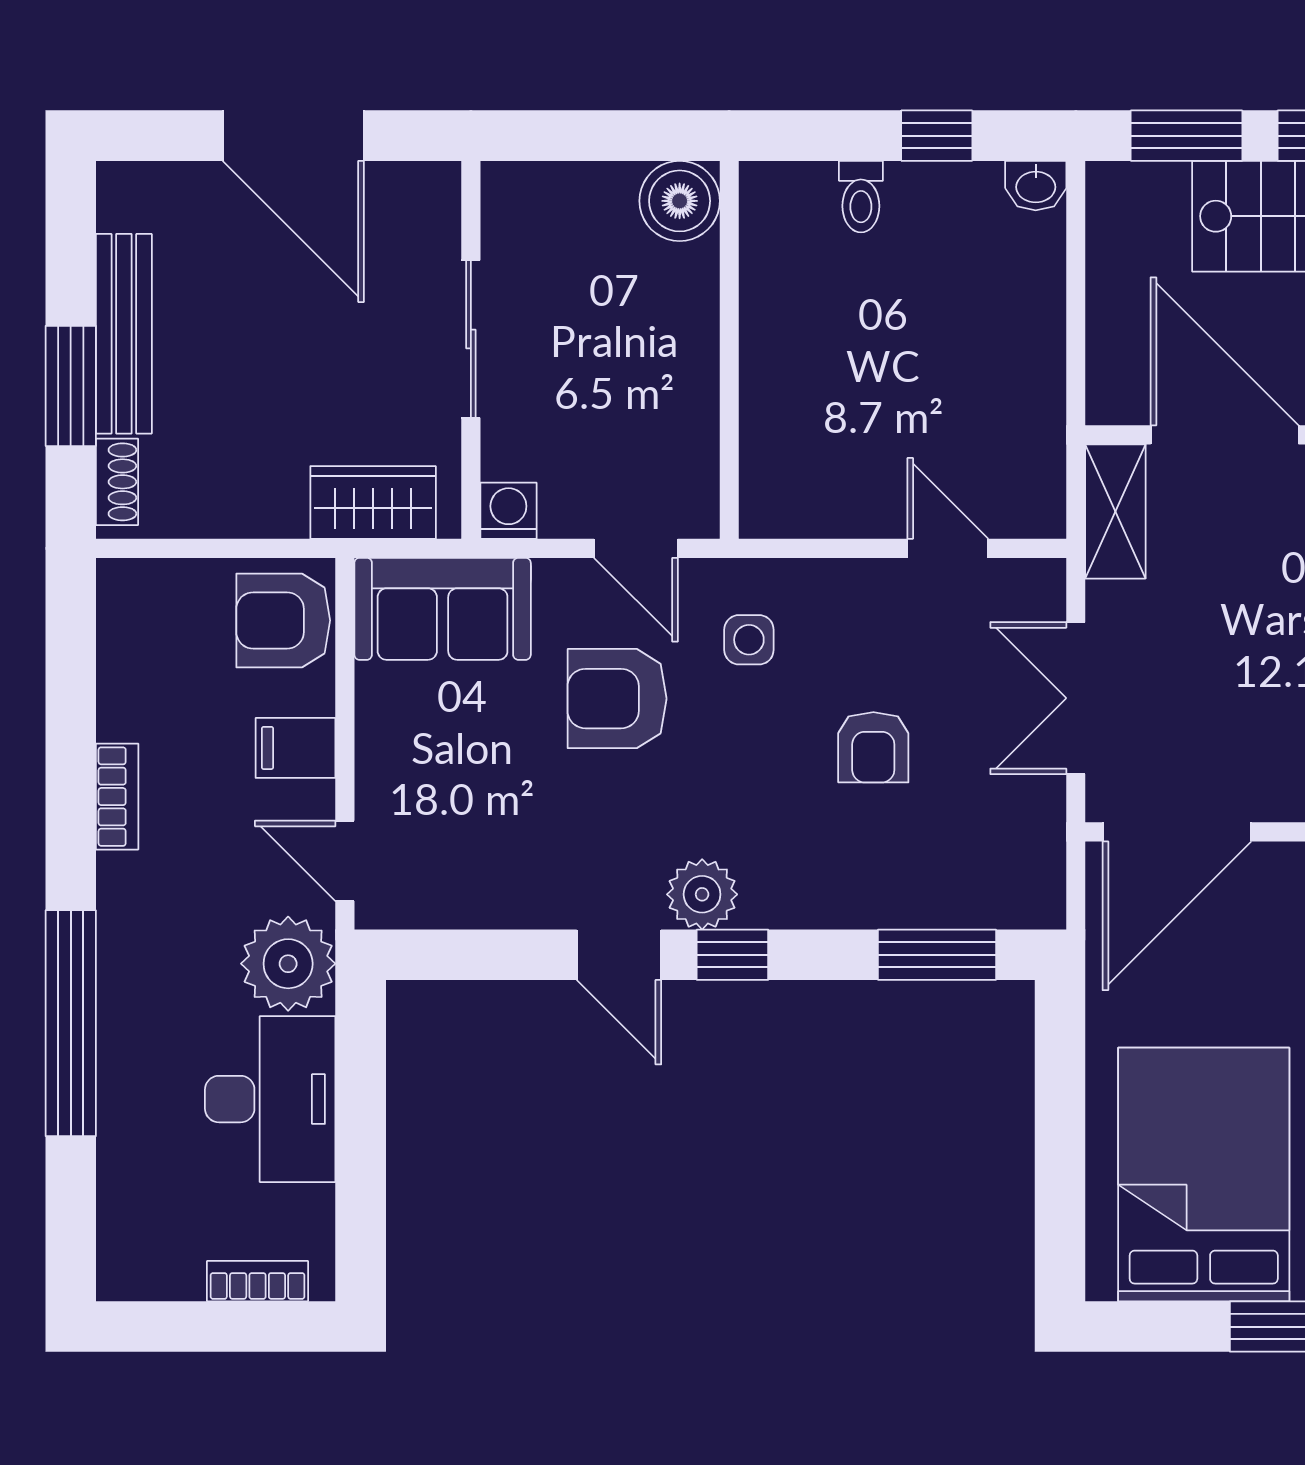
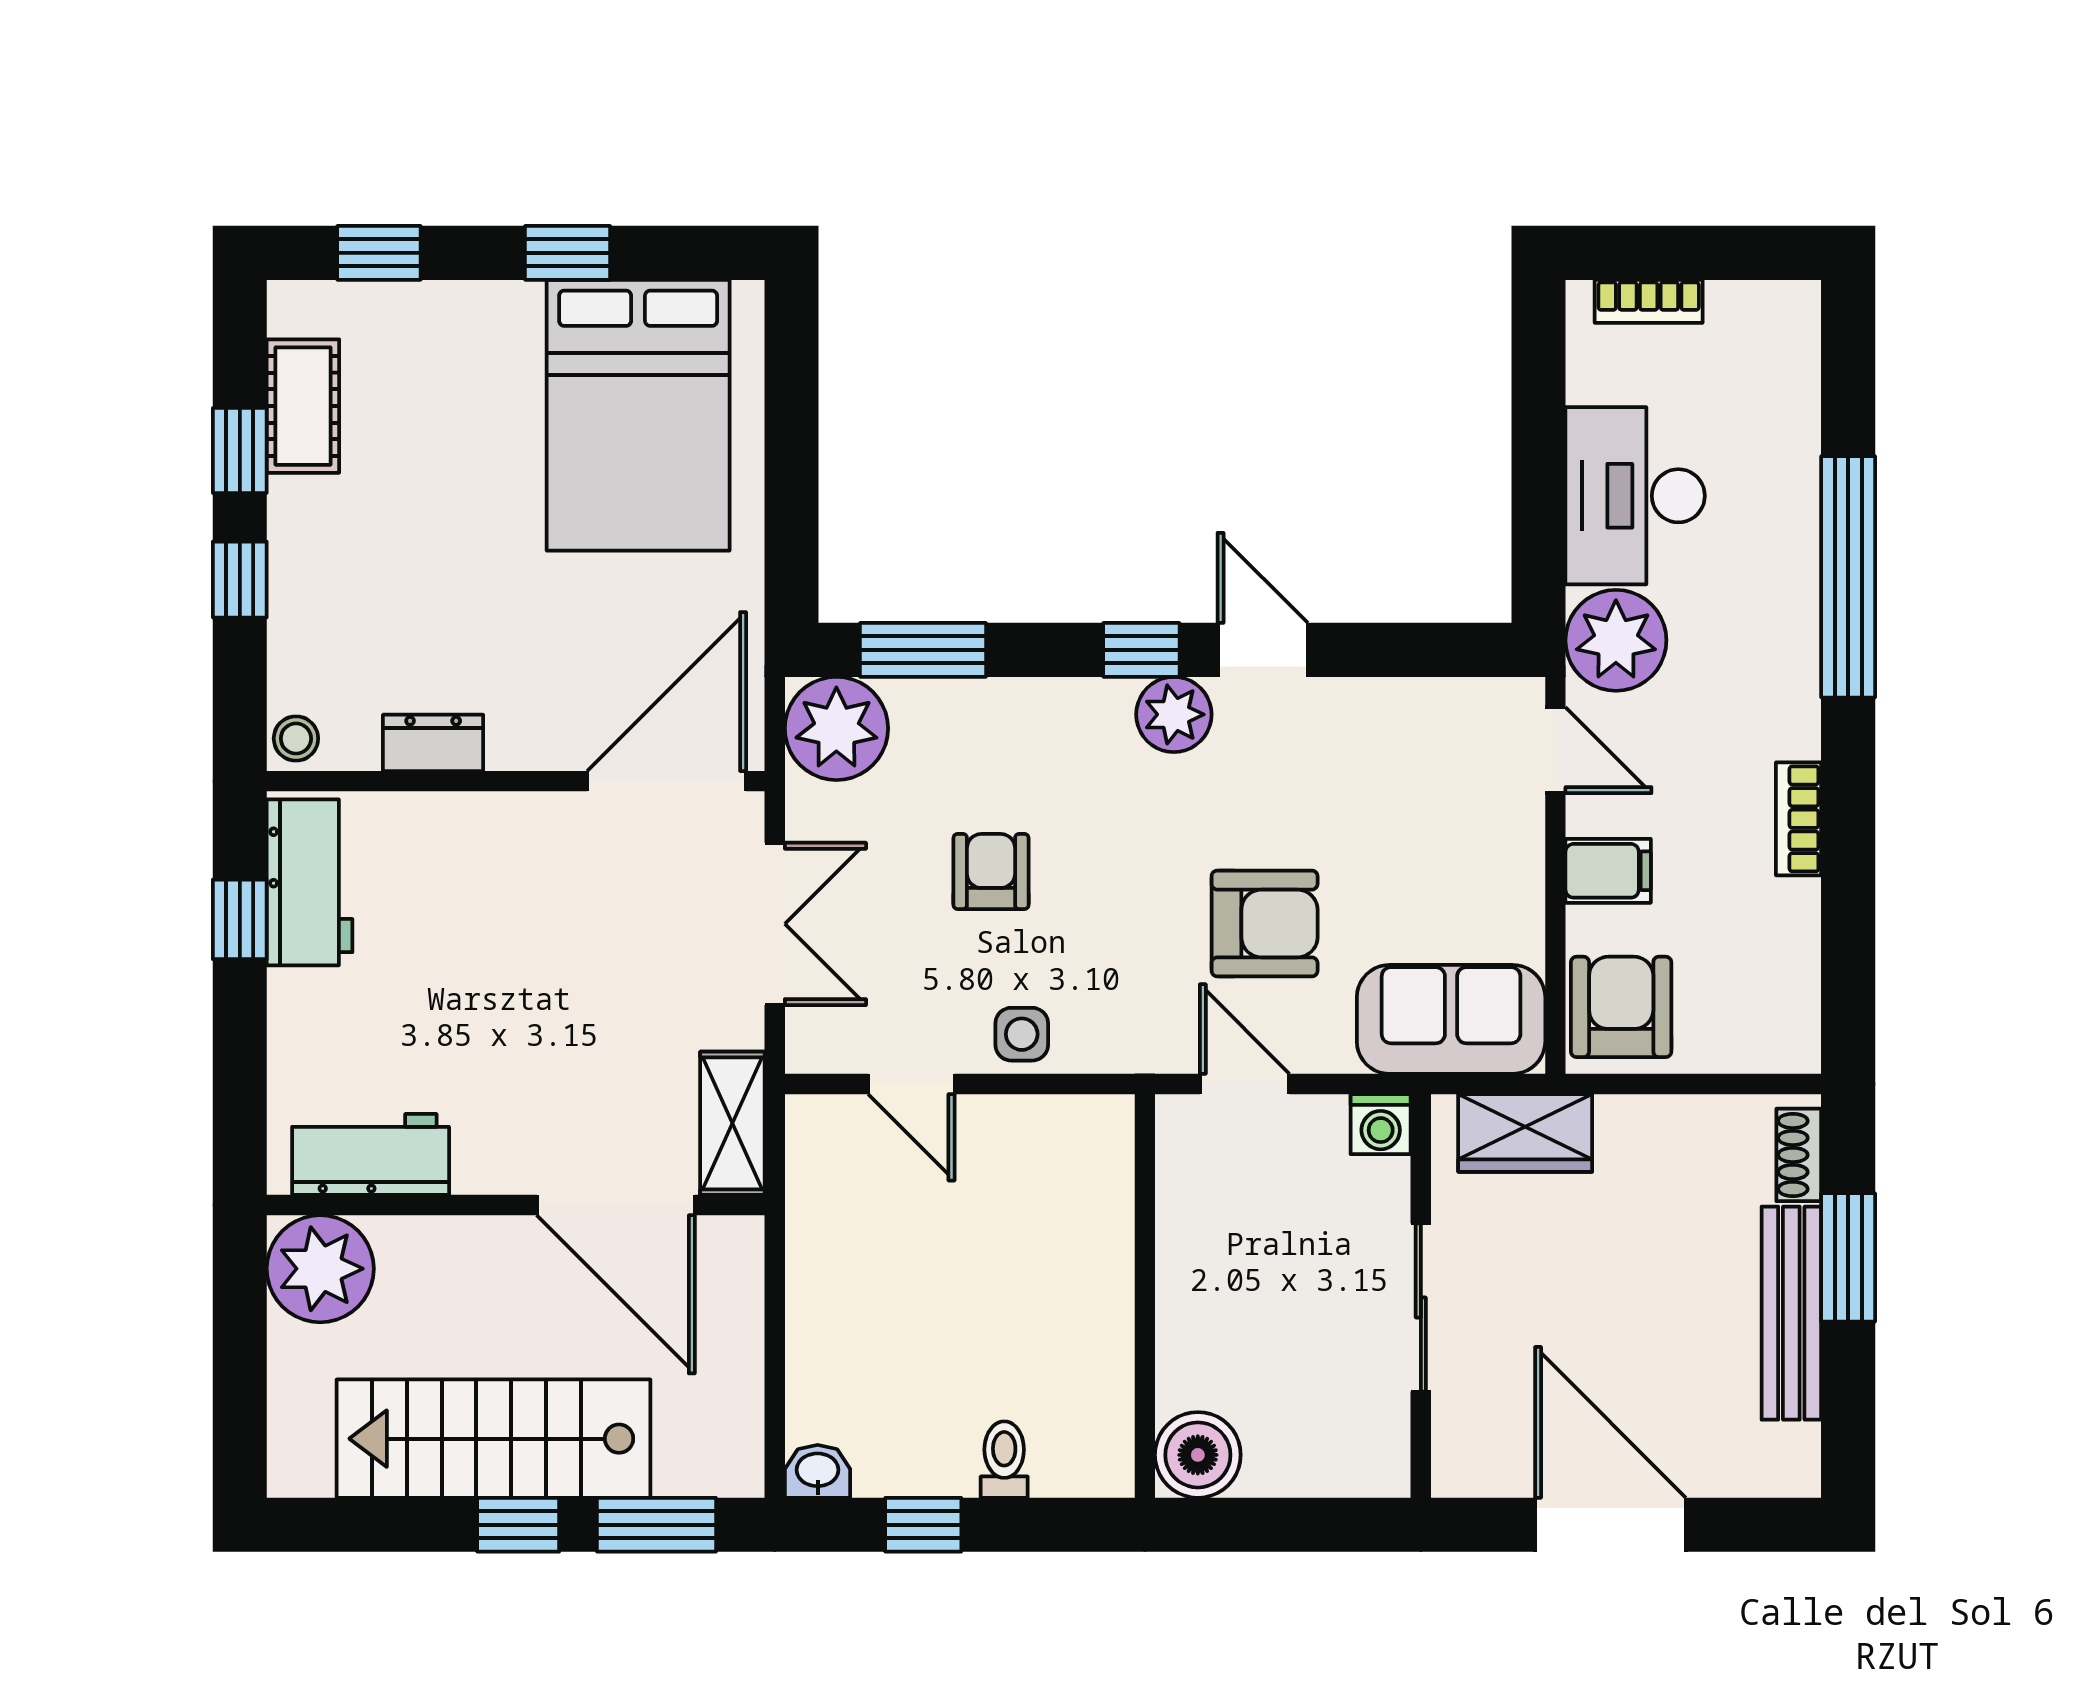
armchair: (283, 620) -> (1621, 1007), turned -90
side table: (749, 640) -> (1022, 1034), moved
plant: (1018, 881) -> (836, 728), added

